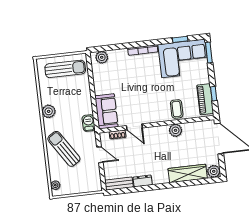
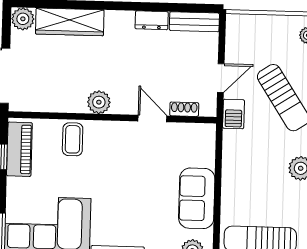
sofa: (106, 111) -> (197, 198), moved
barbecue: (89, 123) -> (234, 114), moved
plant: (176, 130) -> (99, 102), moved
door: (100, 155) -> (221, 78), swing flipped

